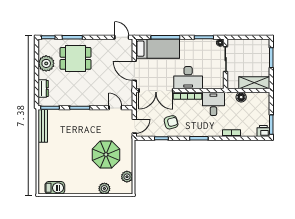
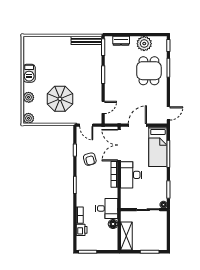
desk: (213, 104) -> (107, 208), moved
printer: (263, 131) -> (82, 230), moved
plant: (127, 177) -> (28, 118), moved
barbecue: (55, 188) -> (29, 73), moved

